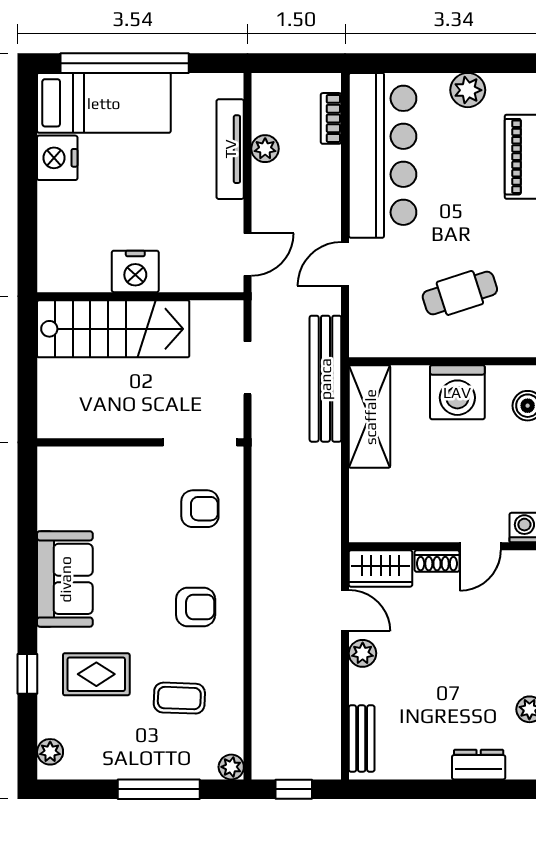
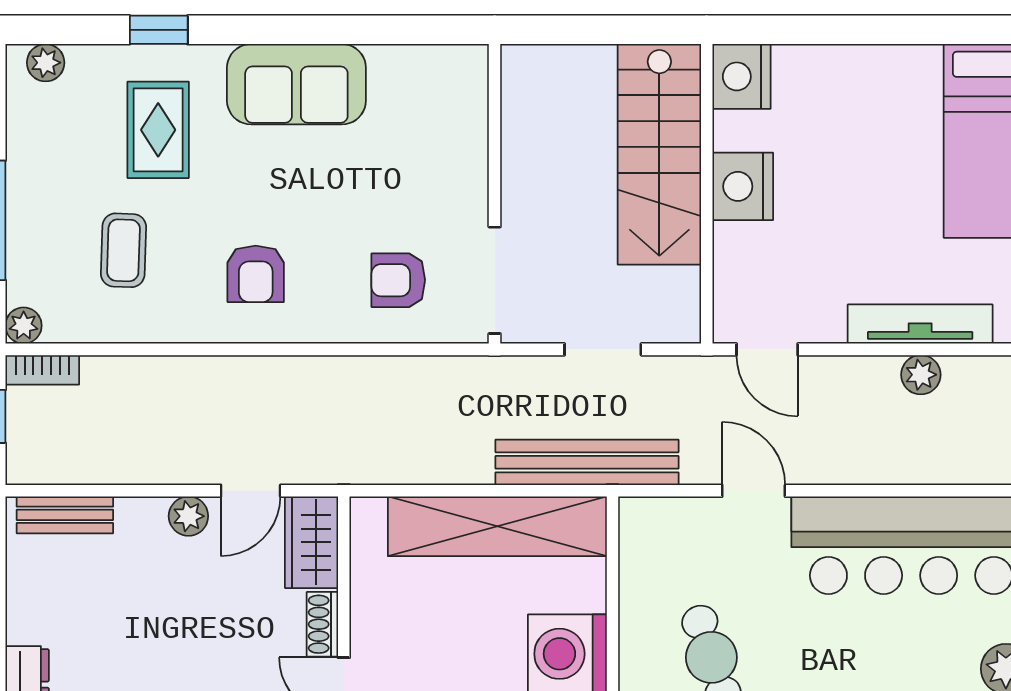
bookcase: (331, 118) -> (42, 370), moved, turned 180
nightstand: (57, 158) -> (741, 76), moved, turned -90
shelving: (370, 417) -> (497, 526), width x1.47
armchair: (200, 509) -> (398, 280), turned 90

